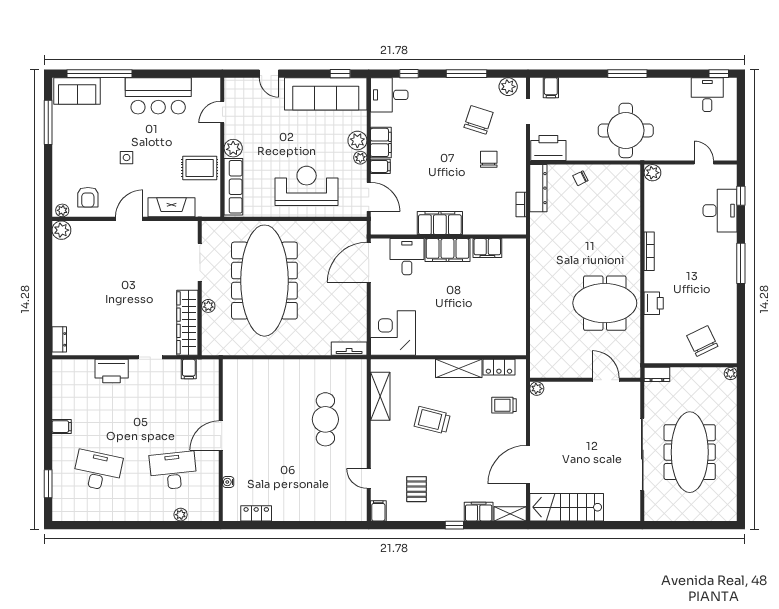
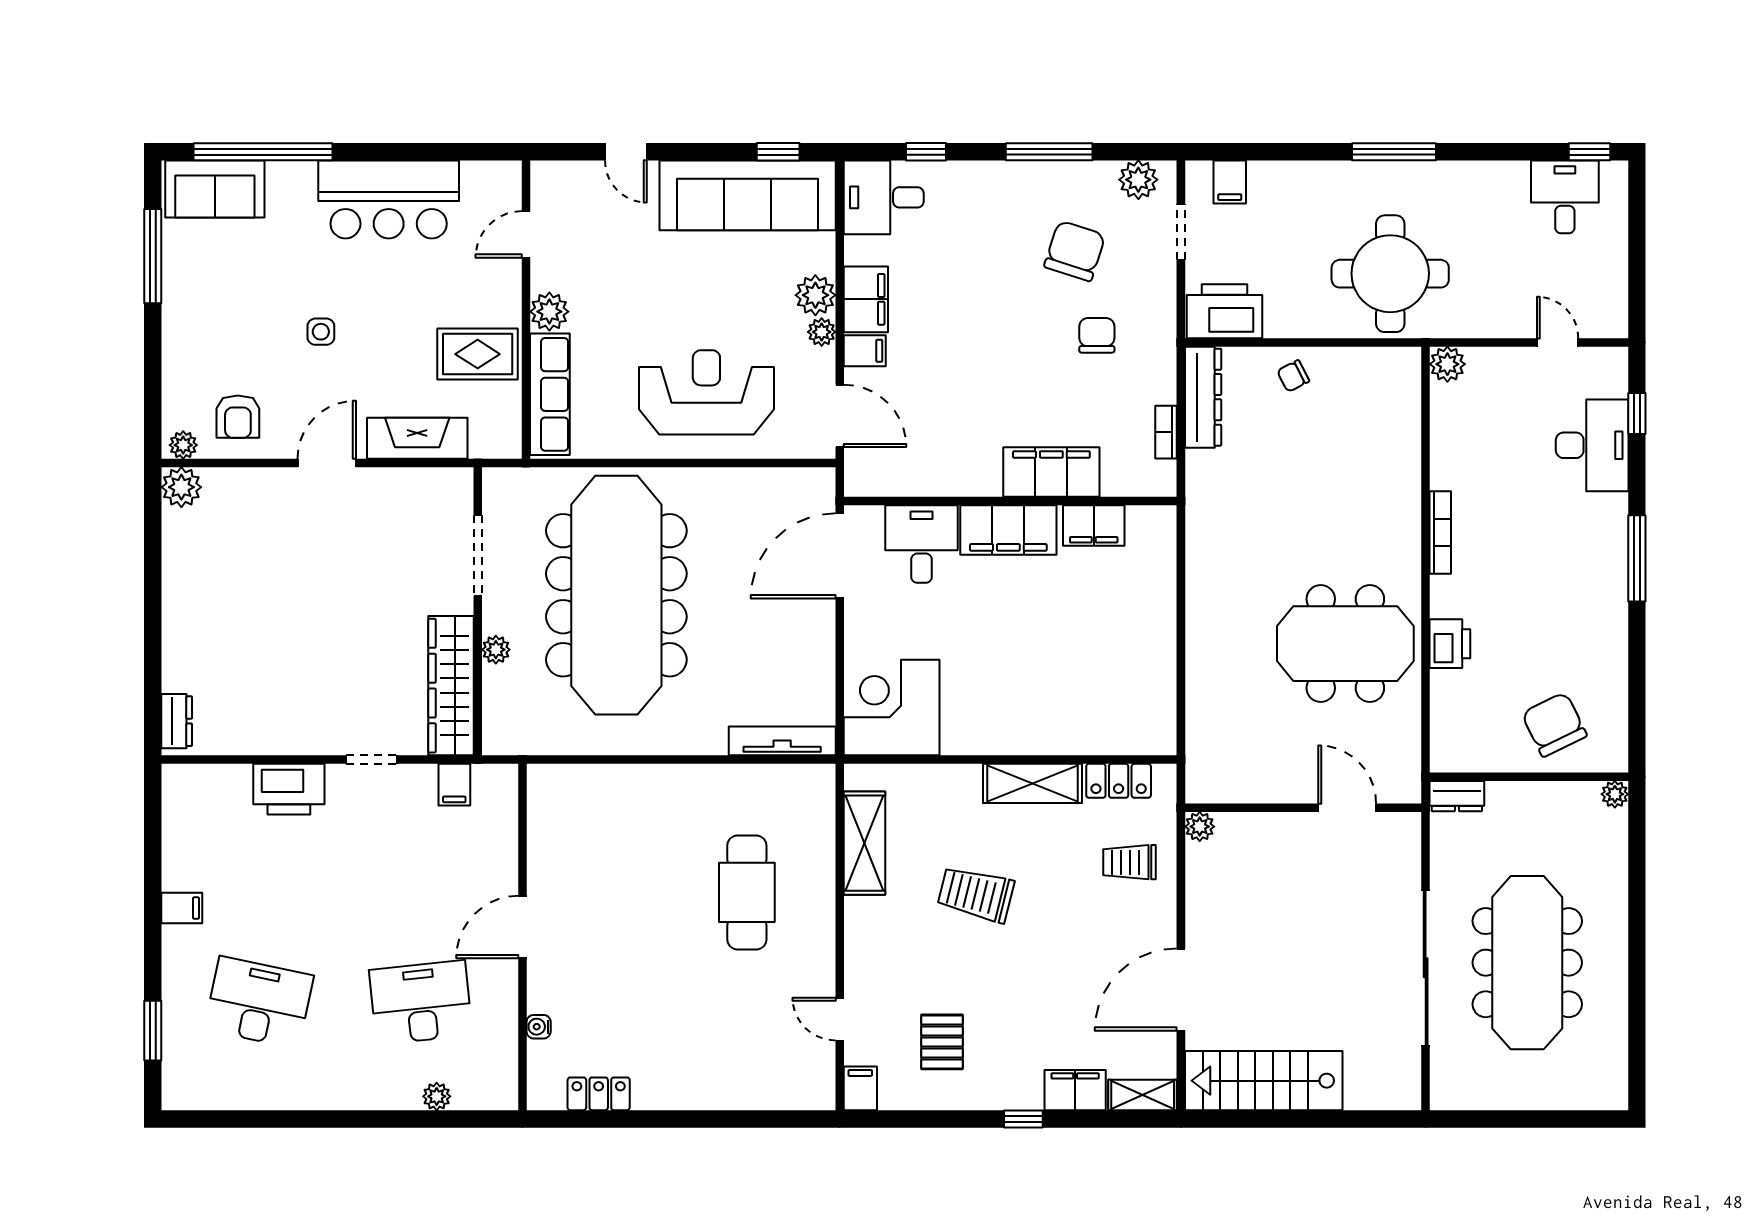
filing cabinet: (440, 223) -> (1051, 472), moved
tv unit: (349, 349) -> (782, 741), width x1.41

